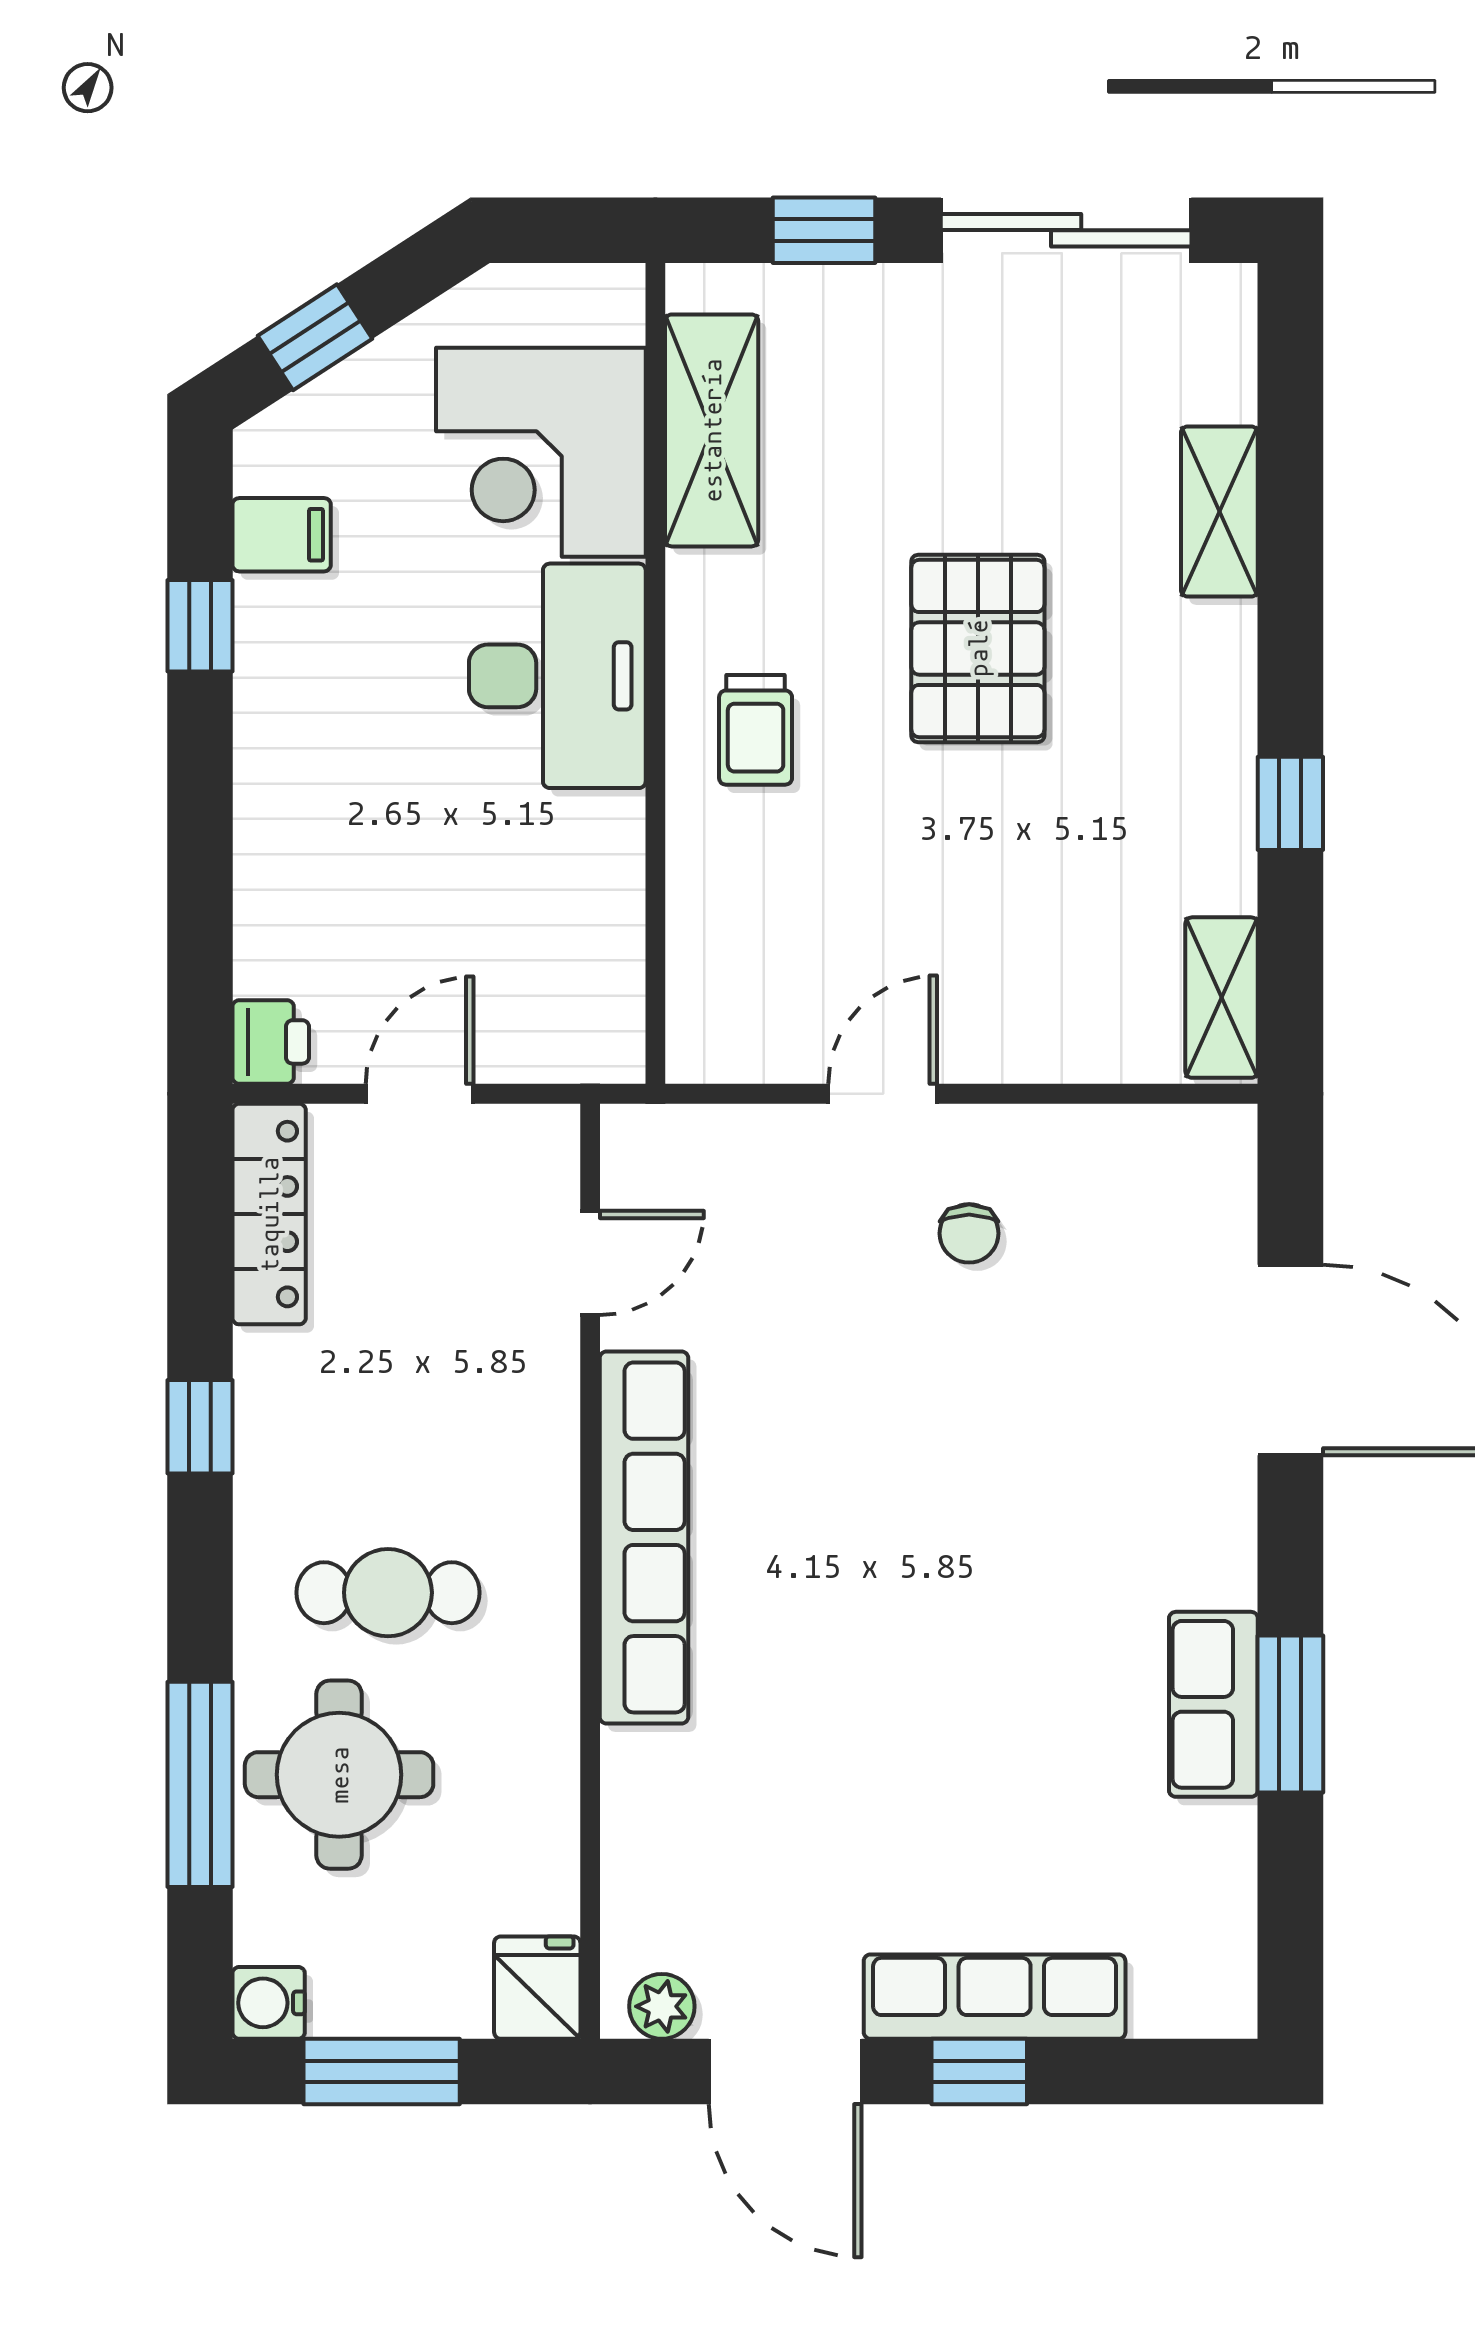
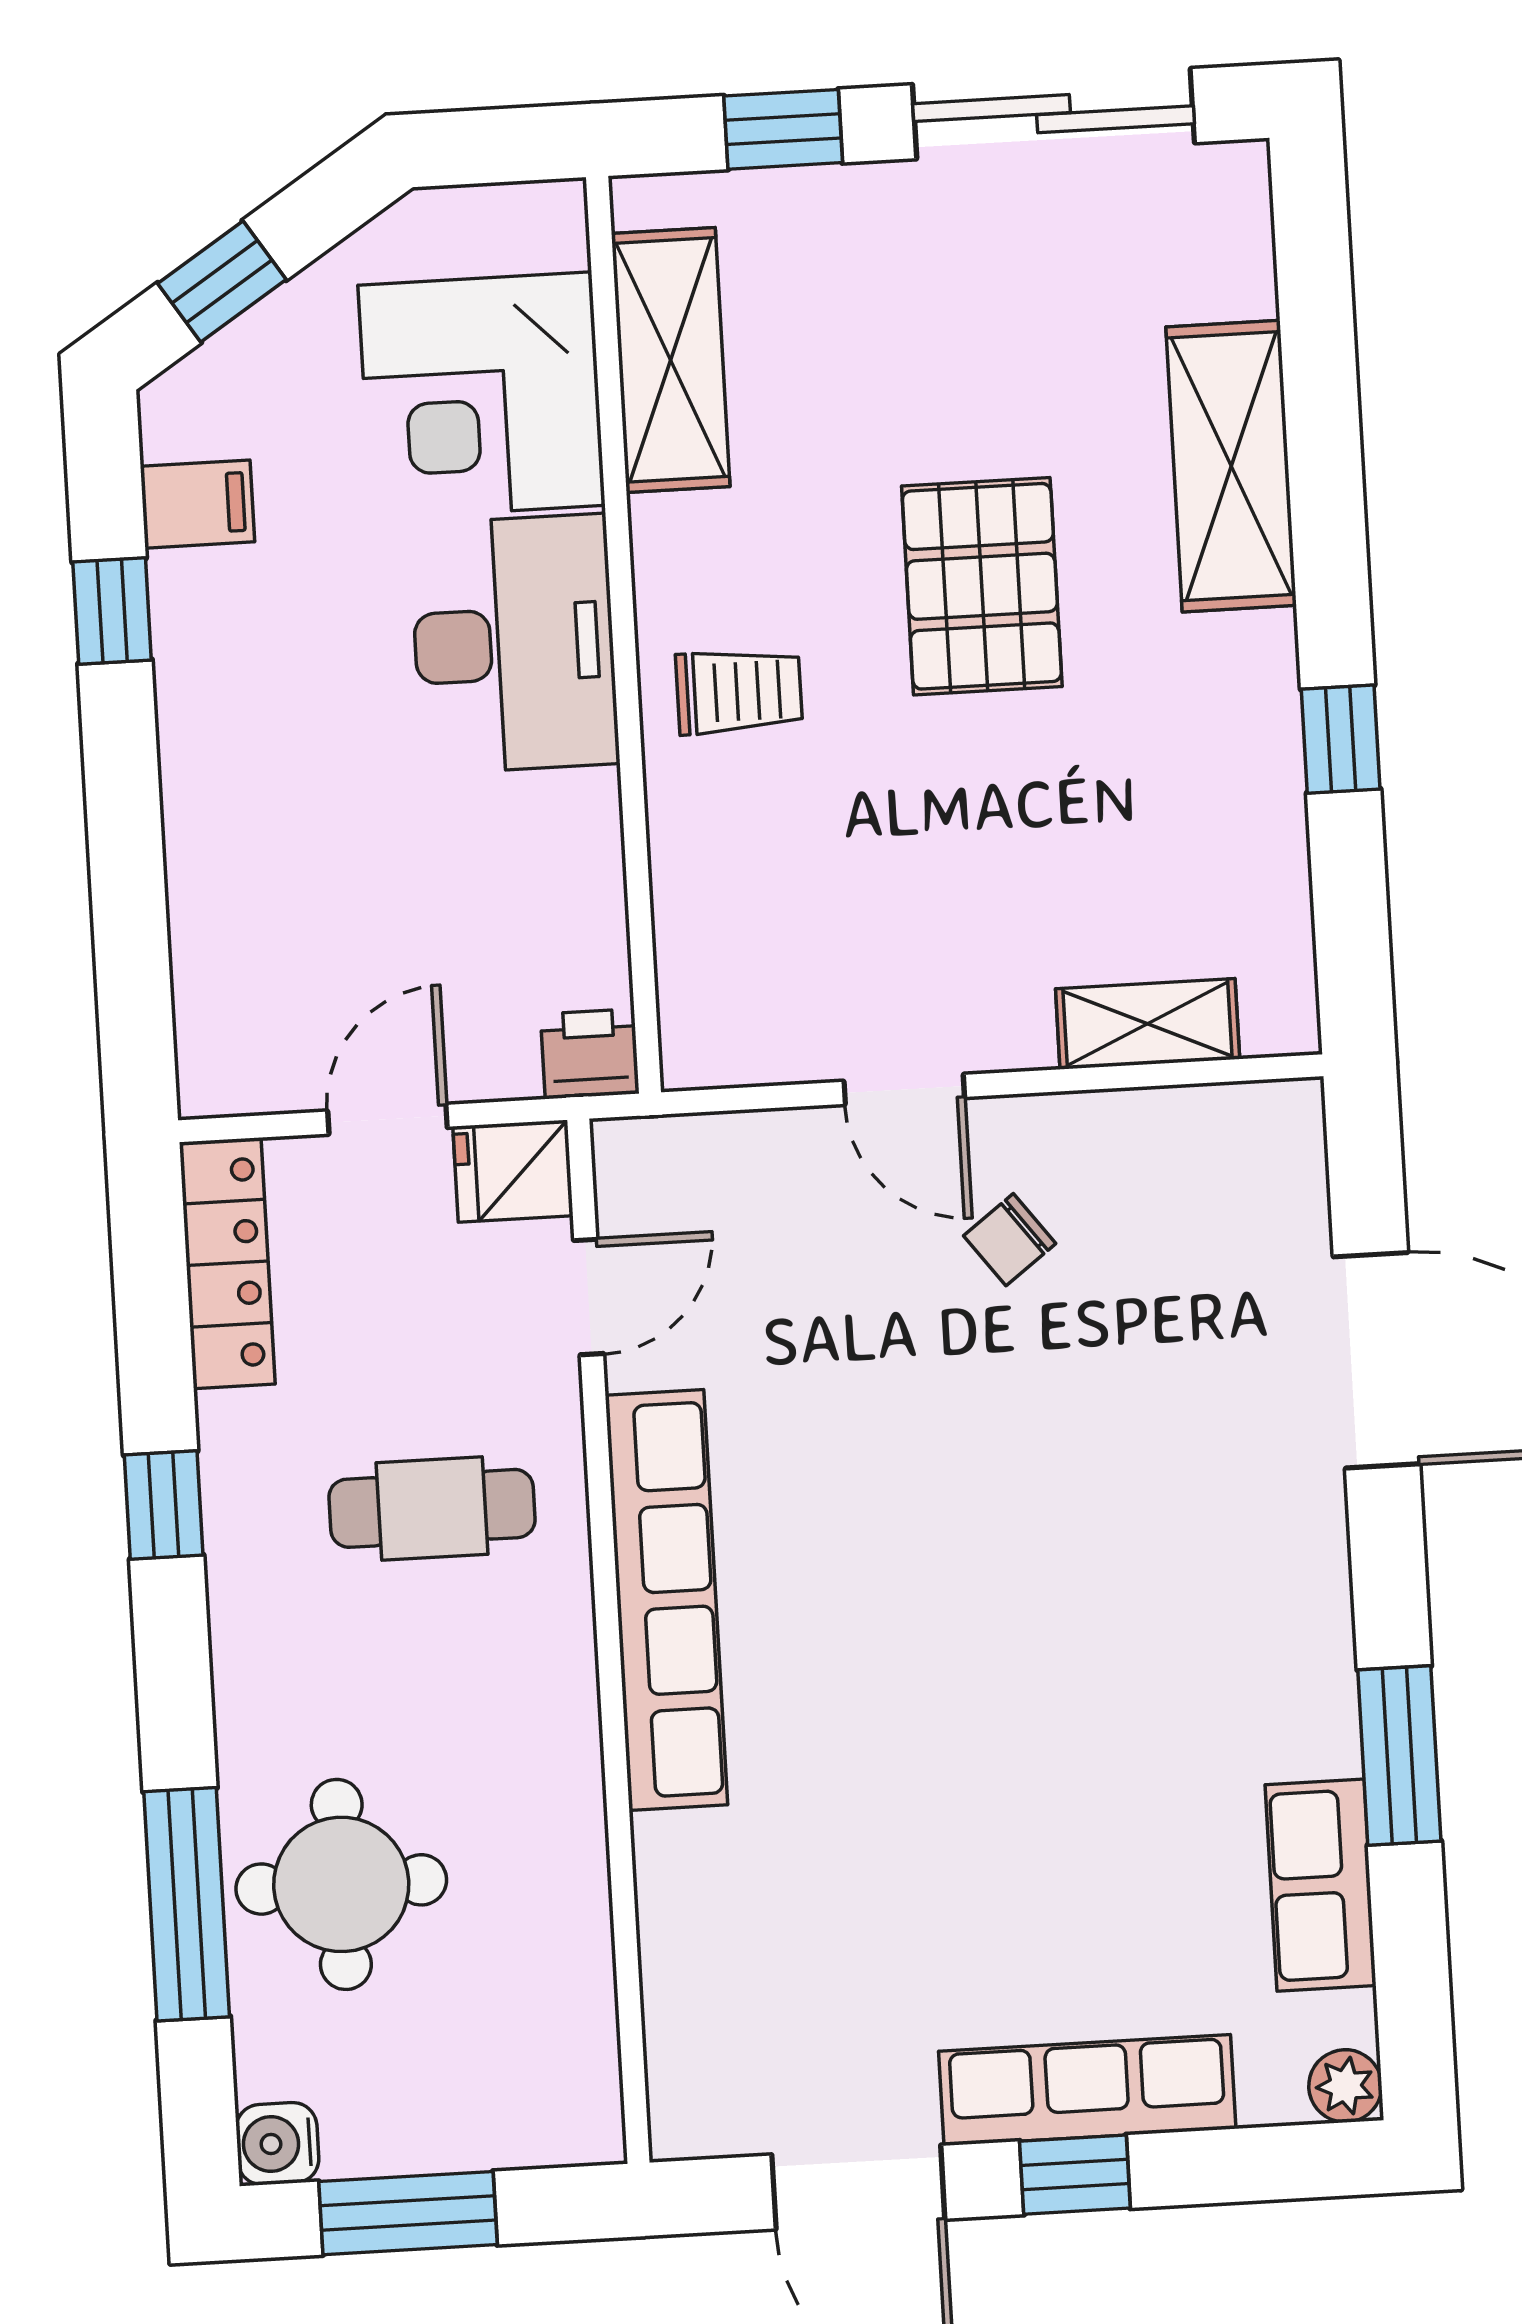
shelving: (1219, 511) -> (1231, 466), width x1.50, depth x1.33
trolley: (756, 730) -> (739, 691), turned -90
shelving: (1222, 998) -> (1148, 1024), moved, turned 90
printer: (271, 1042) -> (590, 1054), moved, turned -90
door: (883, 1094) -> (904, 1089), swing flipped
chair: (969, 1233) -> (1010, 1240), turned 53
cafe table: (388, 1593) -> (432, 1508), moved
row of seats: (1213, 1704) -> (1321, 1885), moved
fridge: (537, 1988) -> (513, 1171), moved, turned -90
plant: (662, 2006) -> (1345, 2086), moved

